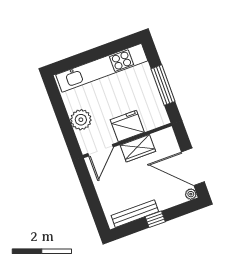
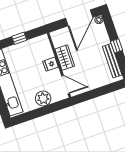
window: (163, 85) -> (19, 38), width x0.46
fridge: (127, 126) -> (50, 64), width x0.53, depth x0.75

